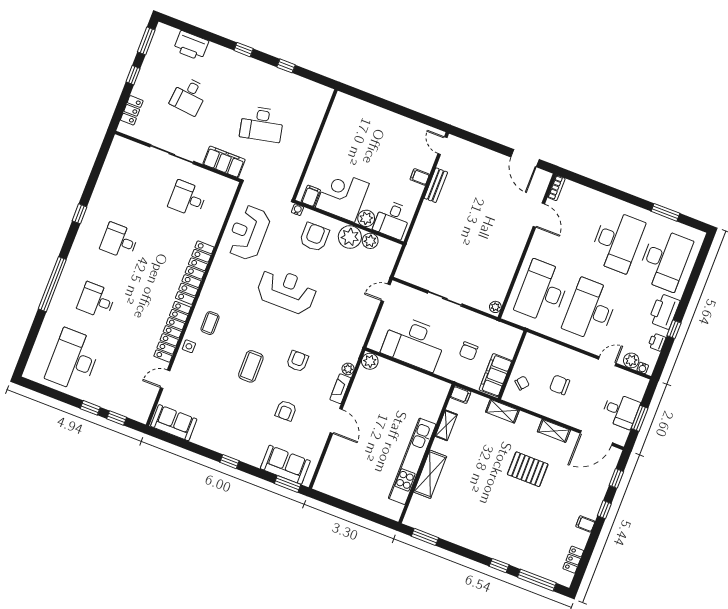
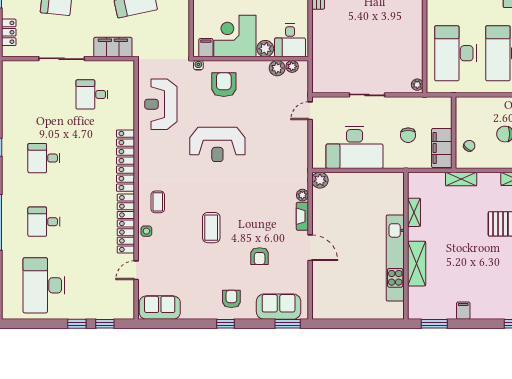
plant: (350, 237) -> (292, 66), moved, width x0.53, depth x0.53
reception desk: (287, 291) -> (217, 144), turned 180
armchair: (297, 361) -> (231, 299), moved
filing cabinet: (461, 395) -> (463, 311), moved, turned -90

